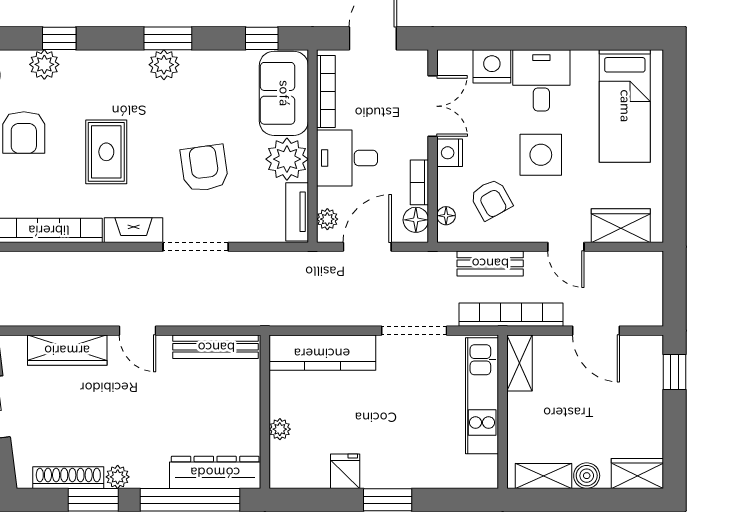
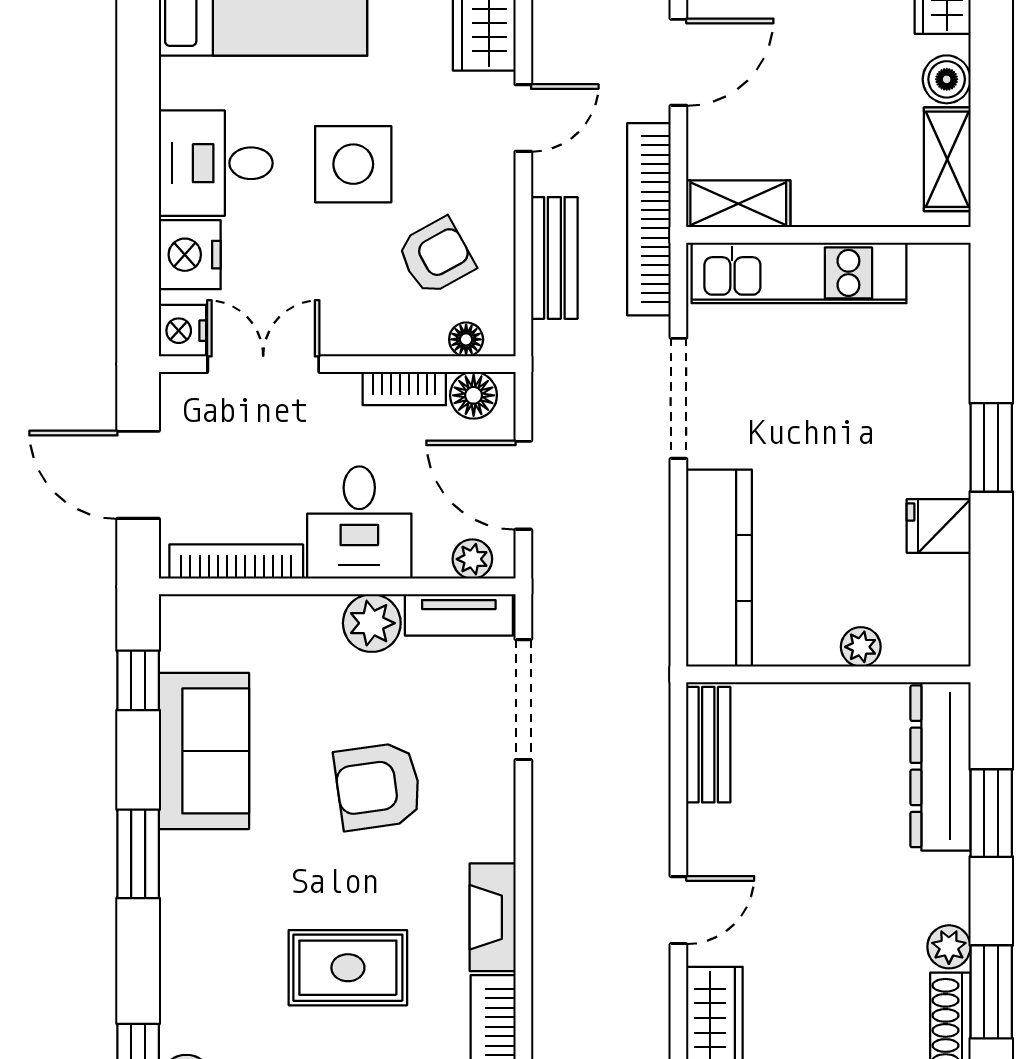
plant: (164, 65) -> (187, 861), removed
sofa: (284, 93) -> (204, 751), moved, turned -90
nightstand: (450, 153) -> (182, 331), moved, turned 90
plant: (287, 159) -> (372, 623), width x0.73, depth x0.73
doorway: (196, 247) -> (523, 700), moved
bench: (216, 347) -> (708, 745), width x0.73
window: (190, 500) -> (991, 813), width x0.47

